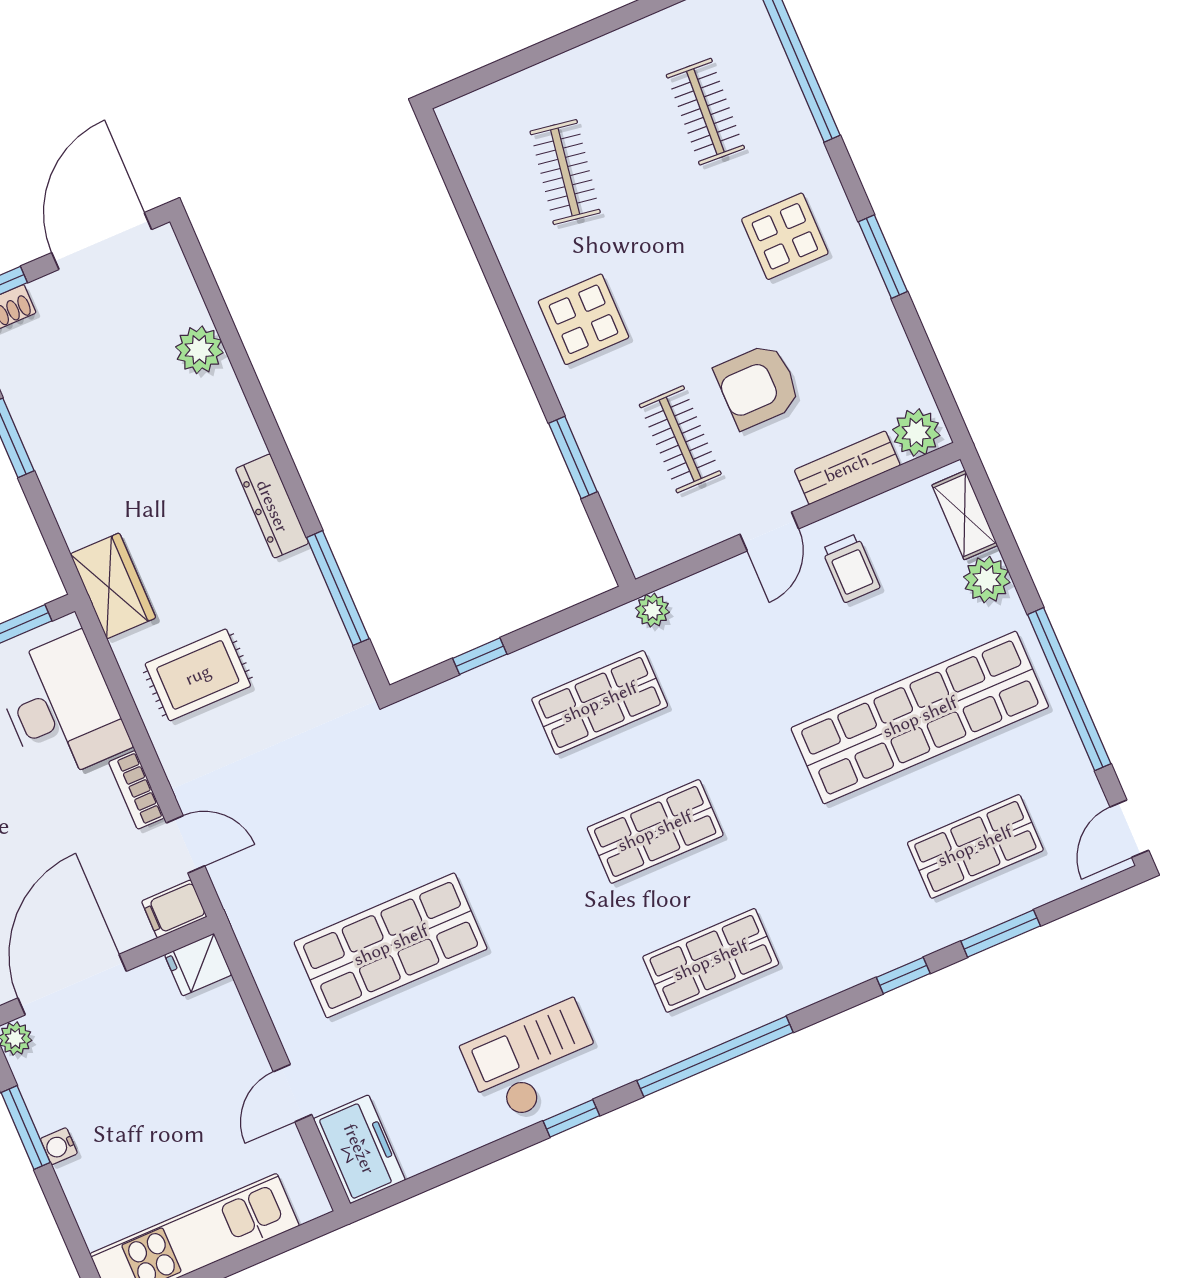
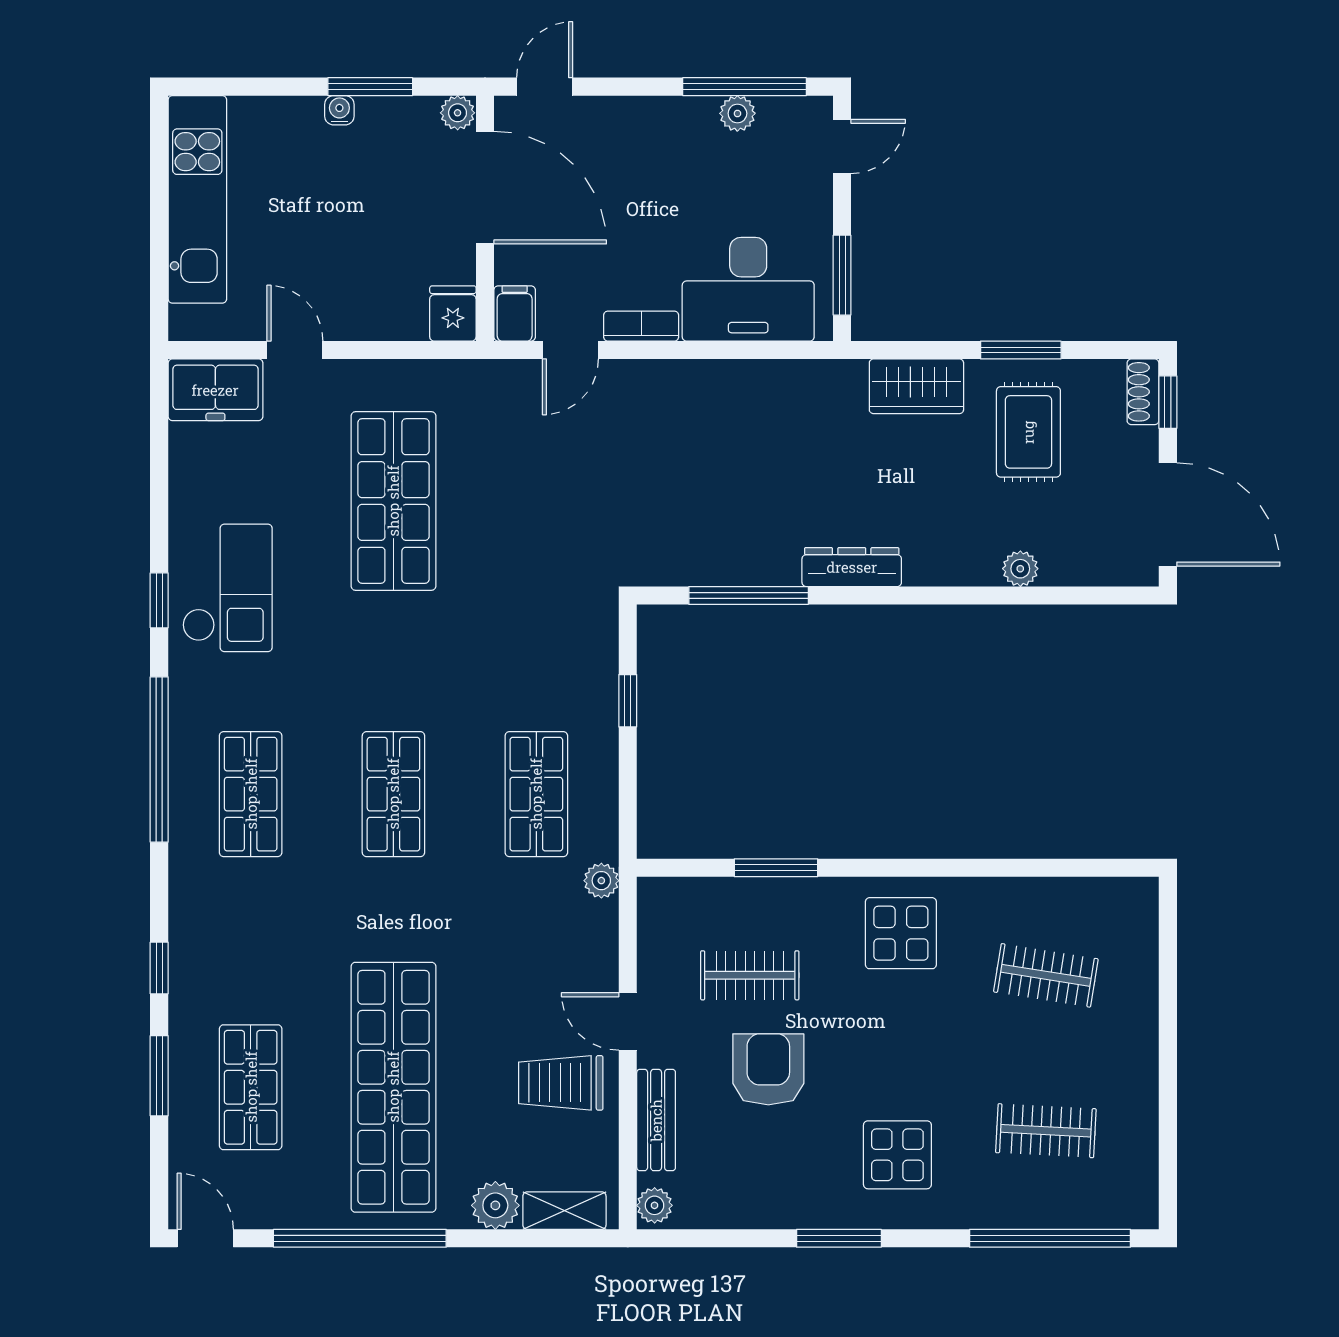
plant: (199, 350) -> (1020, 569), width x0.73, depth x0.73
plant: (916, 432) -> (655, 1205), width x0.73, depth x0.73
trolley: (851, 568) -> (561, 1083), width x1.36, depth x1.39
wardrobe: (113, 586) -> (916, 386), moved
rug: (198, 675) -> (1028, 432), moved

